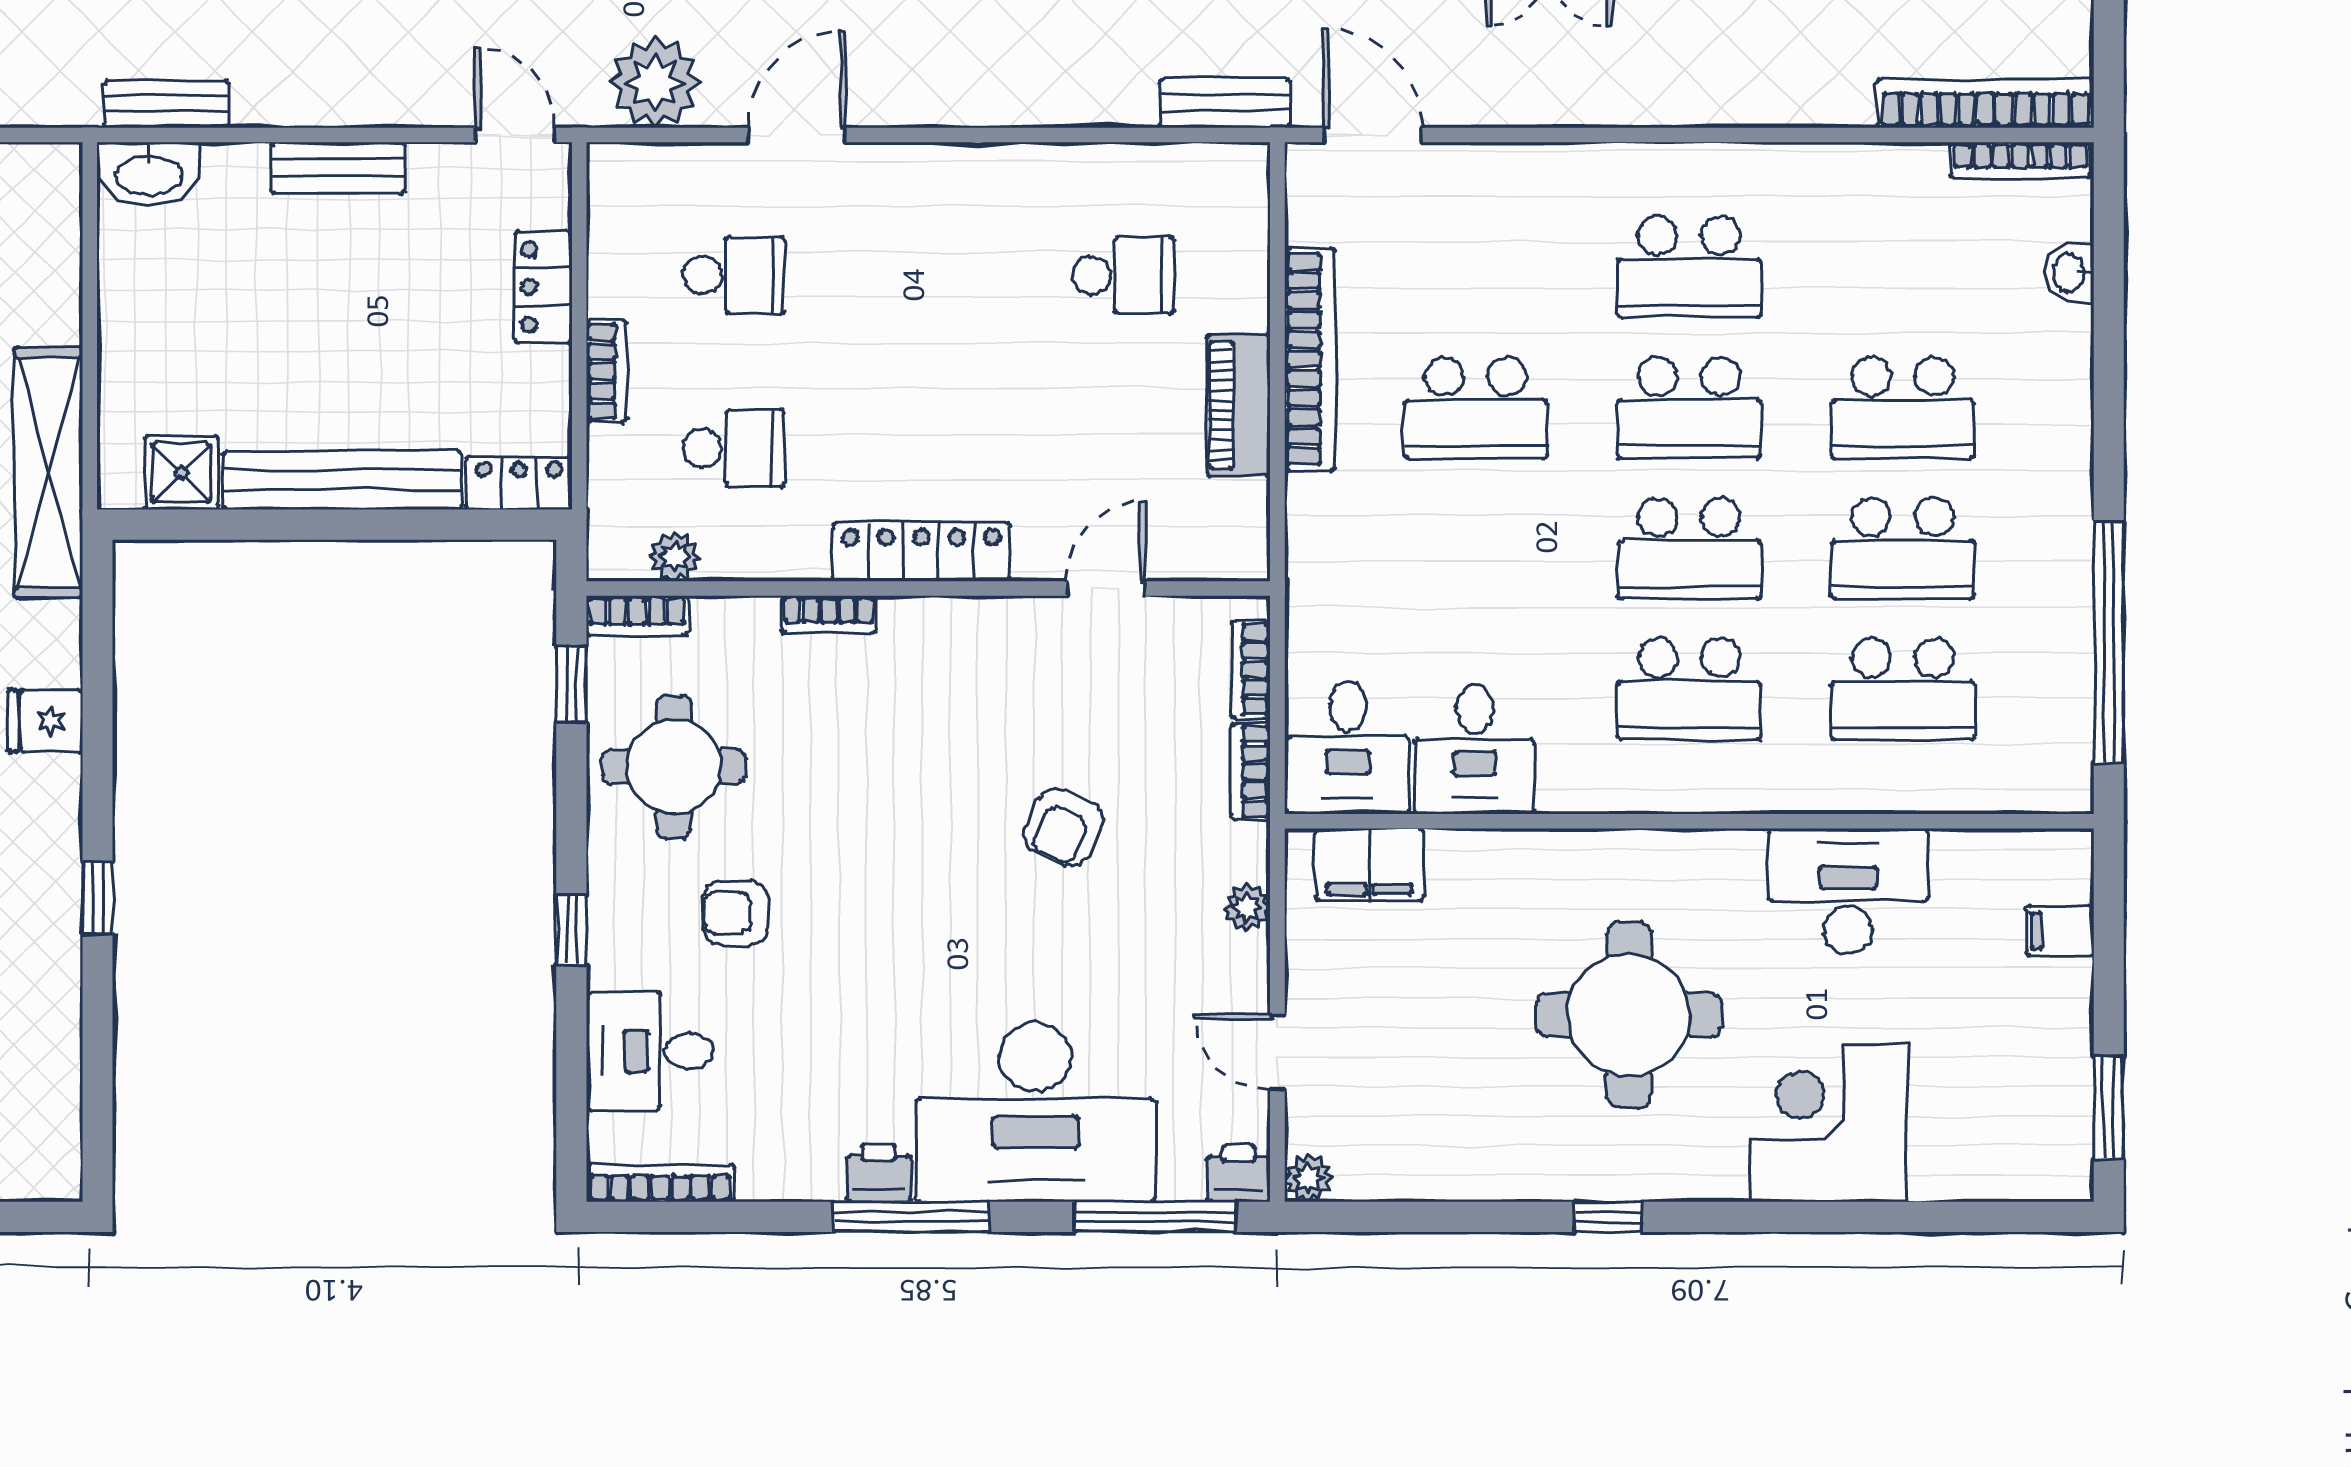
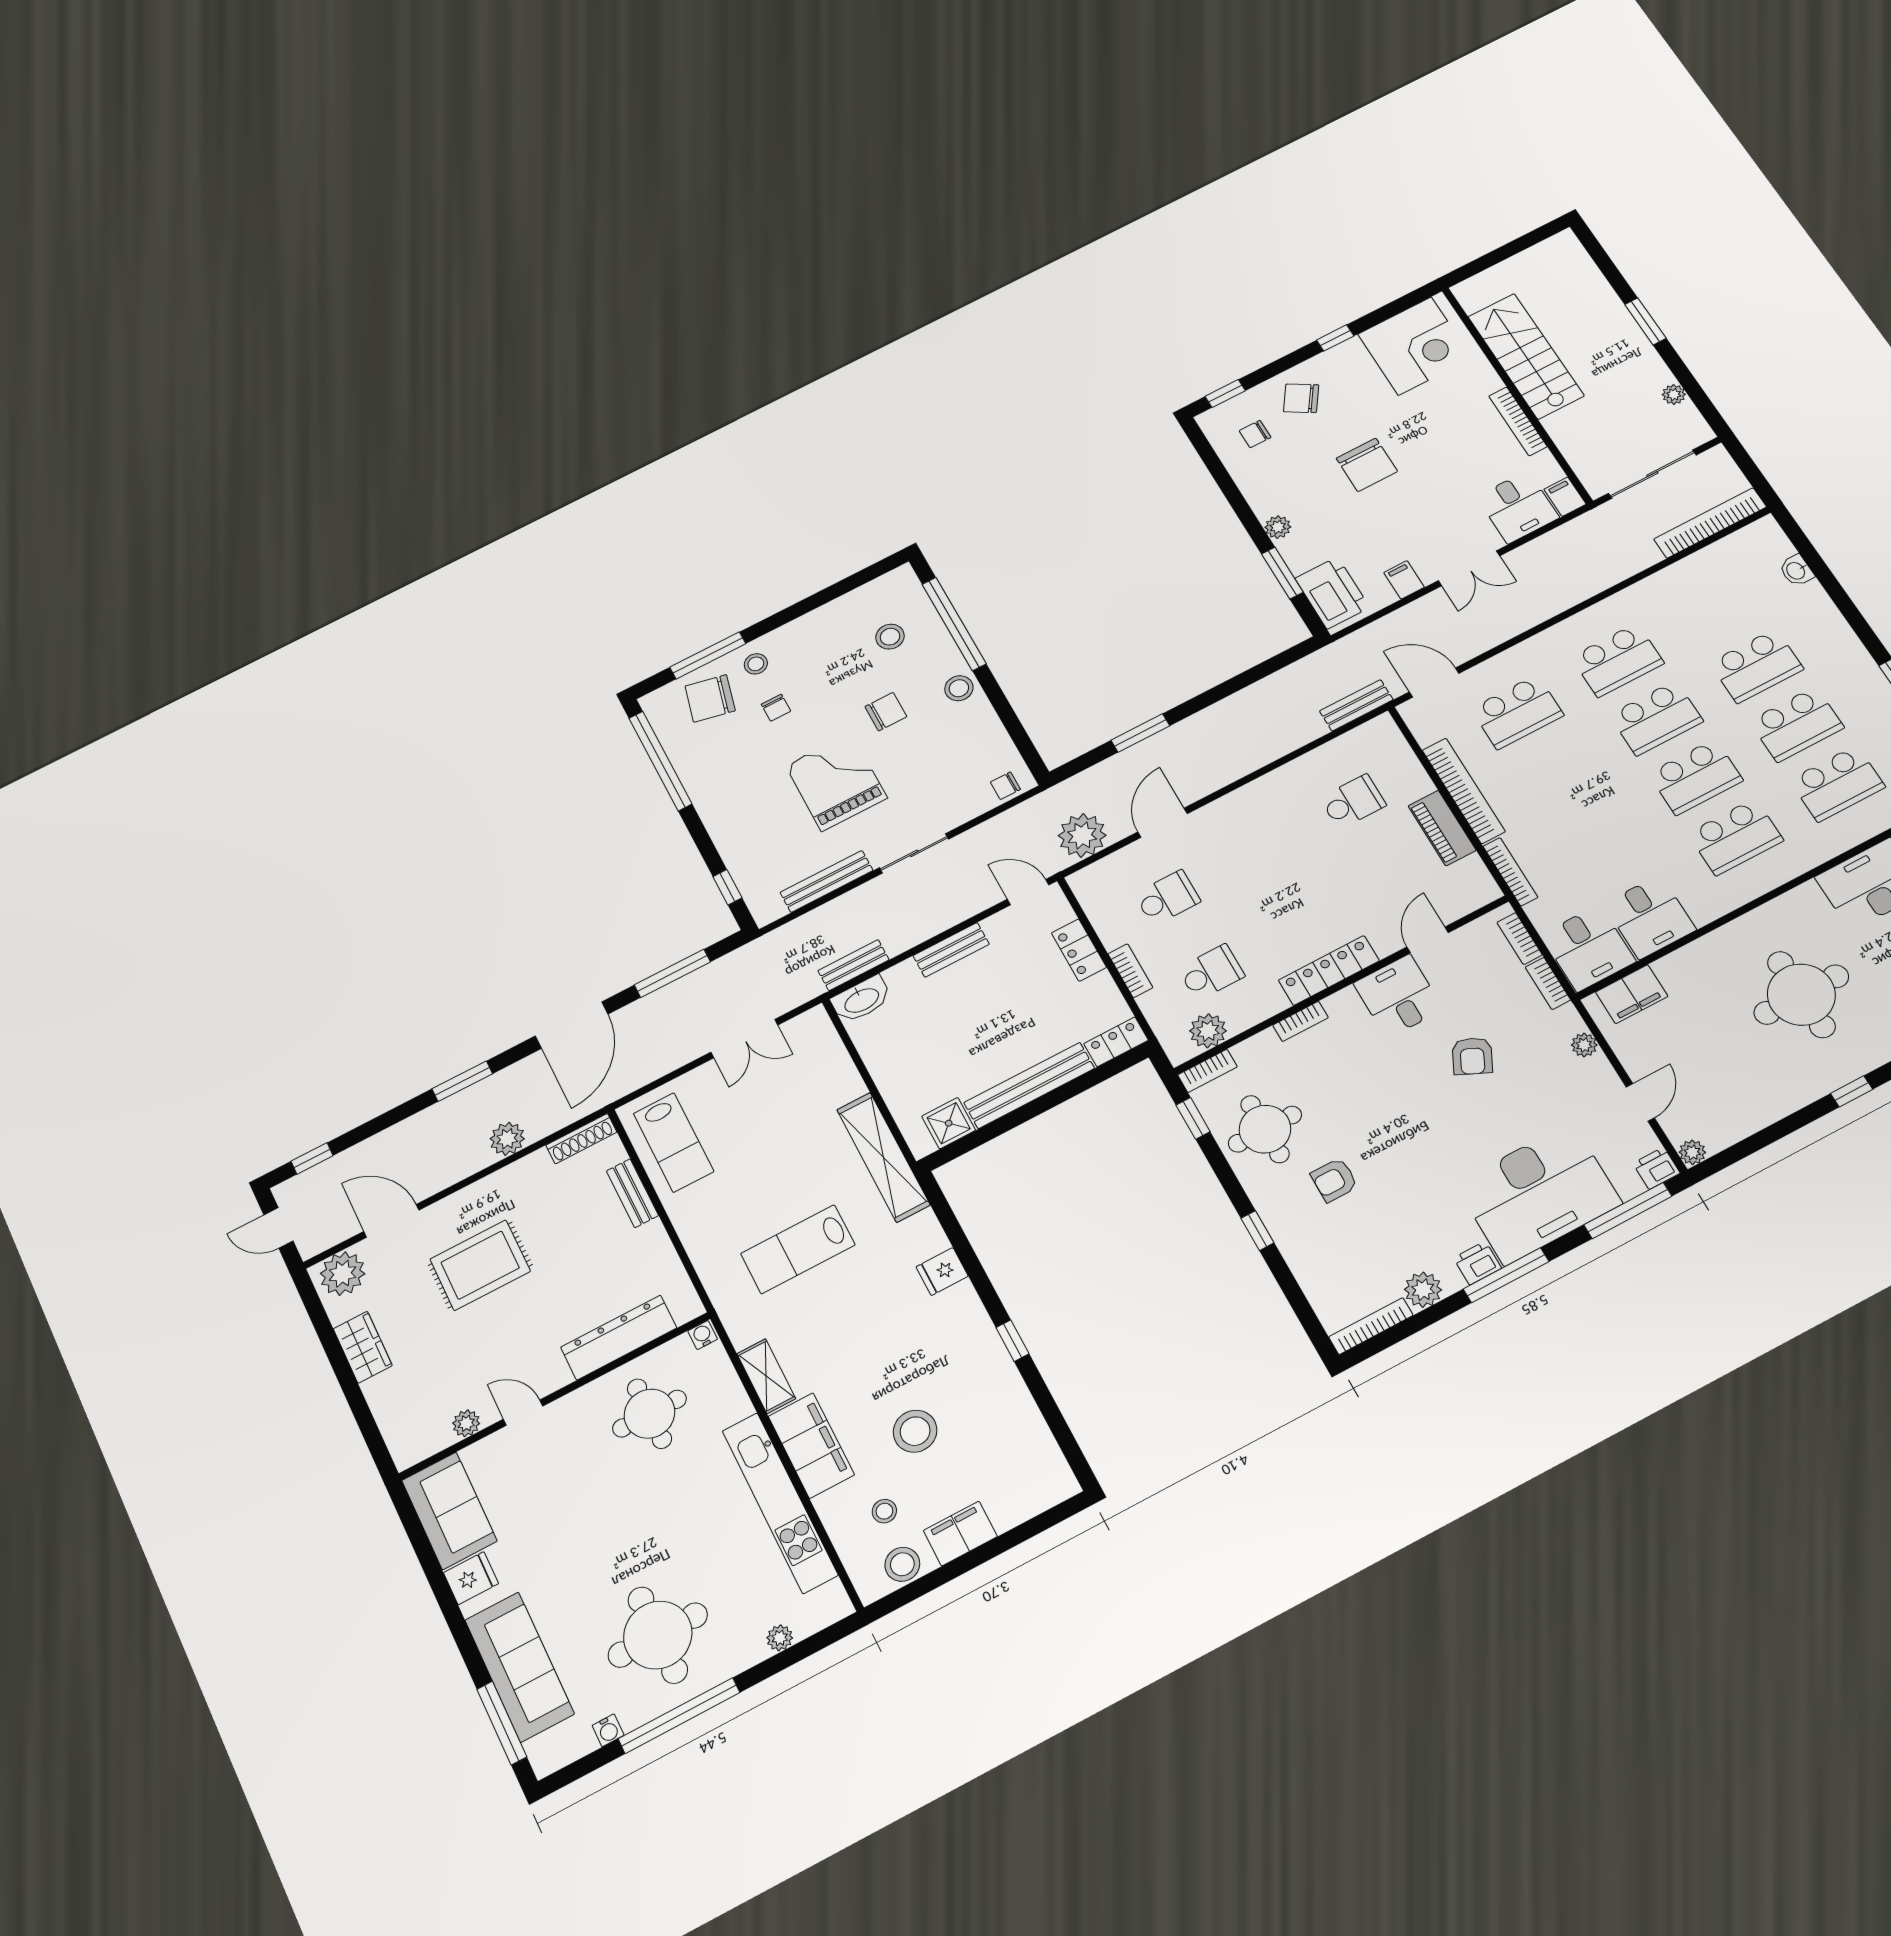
bookcase: (2020, 160) -> (1510, 872), moved, turned -90
school desk: (1476, 408) -> (1517, 712), moved
plant: (674, 557) -> (1208, 1031), width x1.38, depth x1.38
desk: (650, 1051) -> (1398, 996), moved, turned 90
door: (1277, 1052) -> (1640, 1102), swing flipped
plant: (772, 1169) -> (1423, 1290), added

